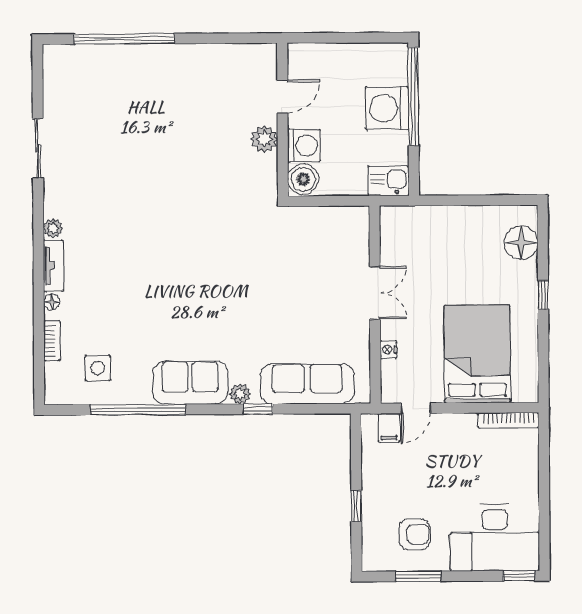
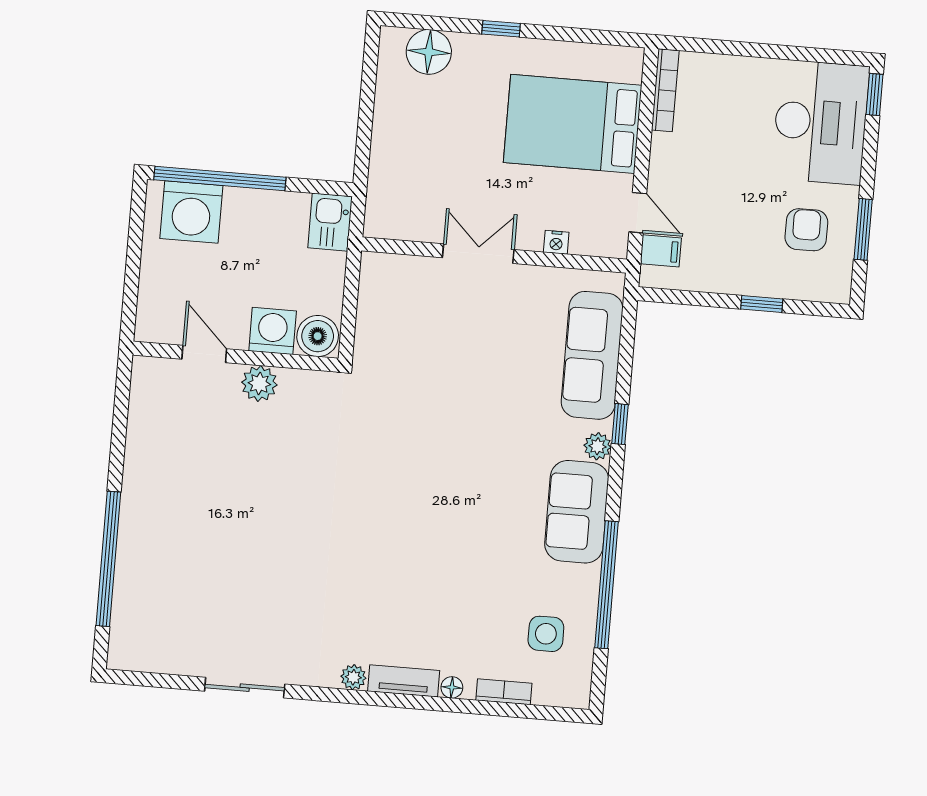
washing machine: (387, 108) -> (191, 212), moved

